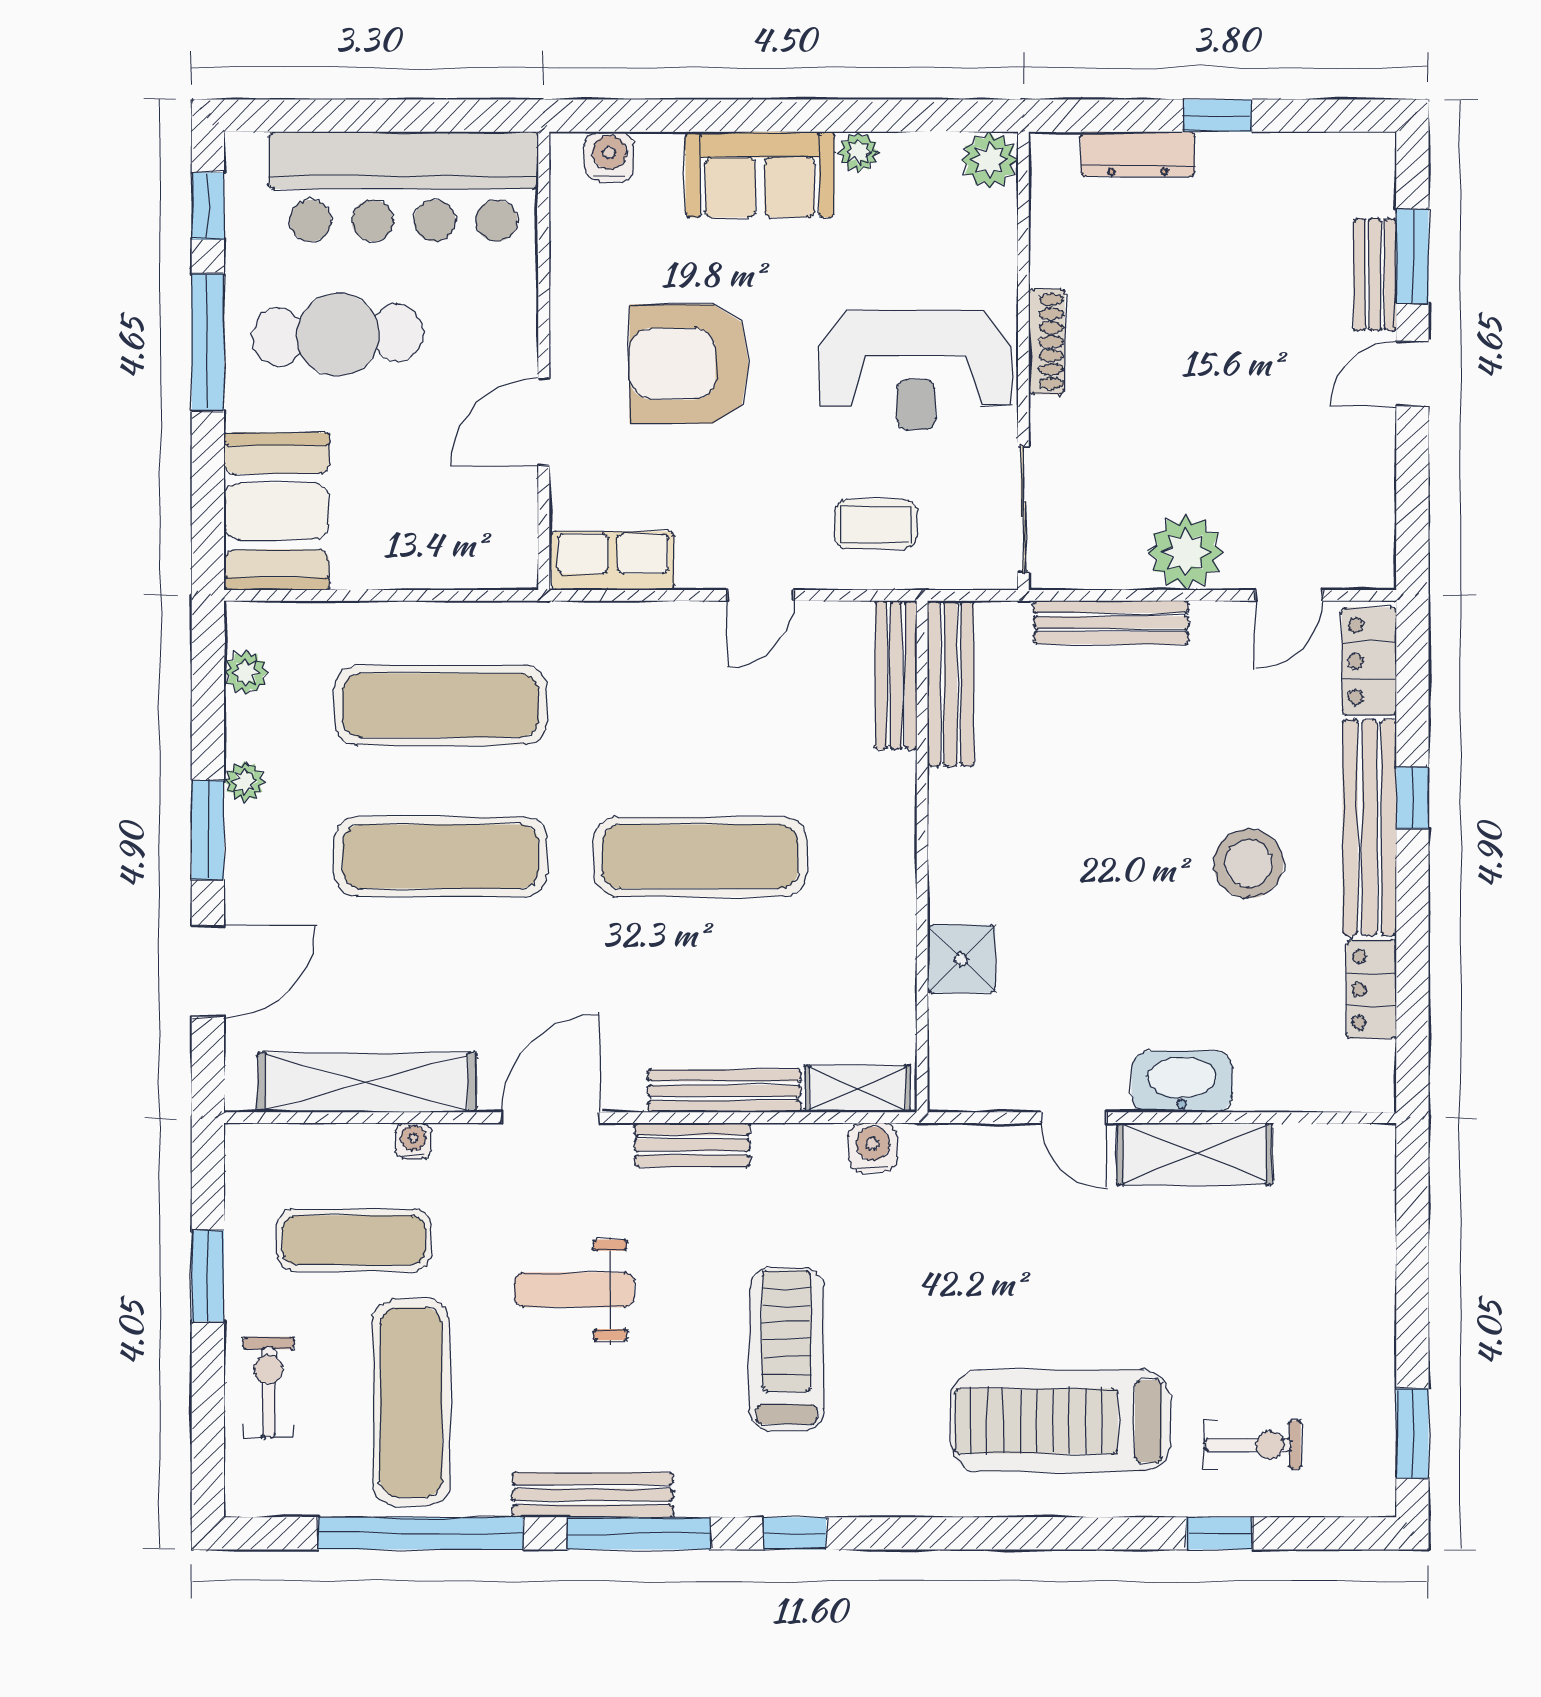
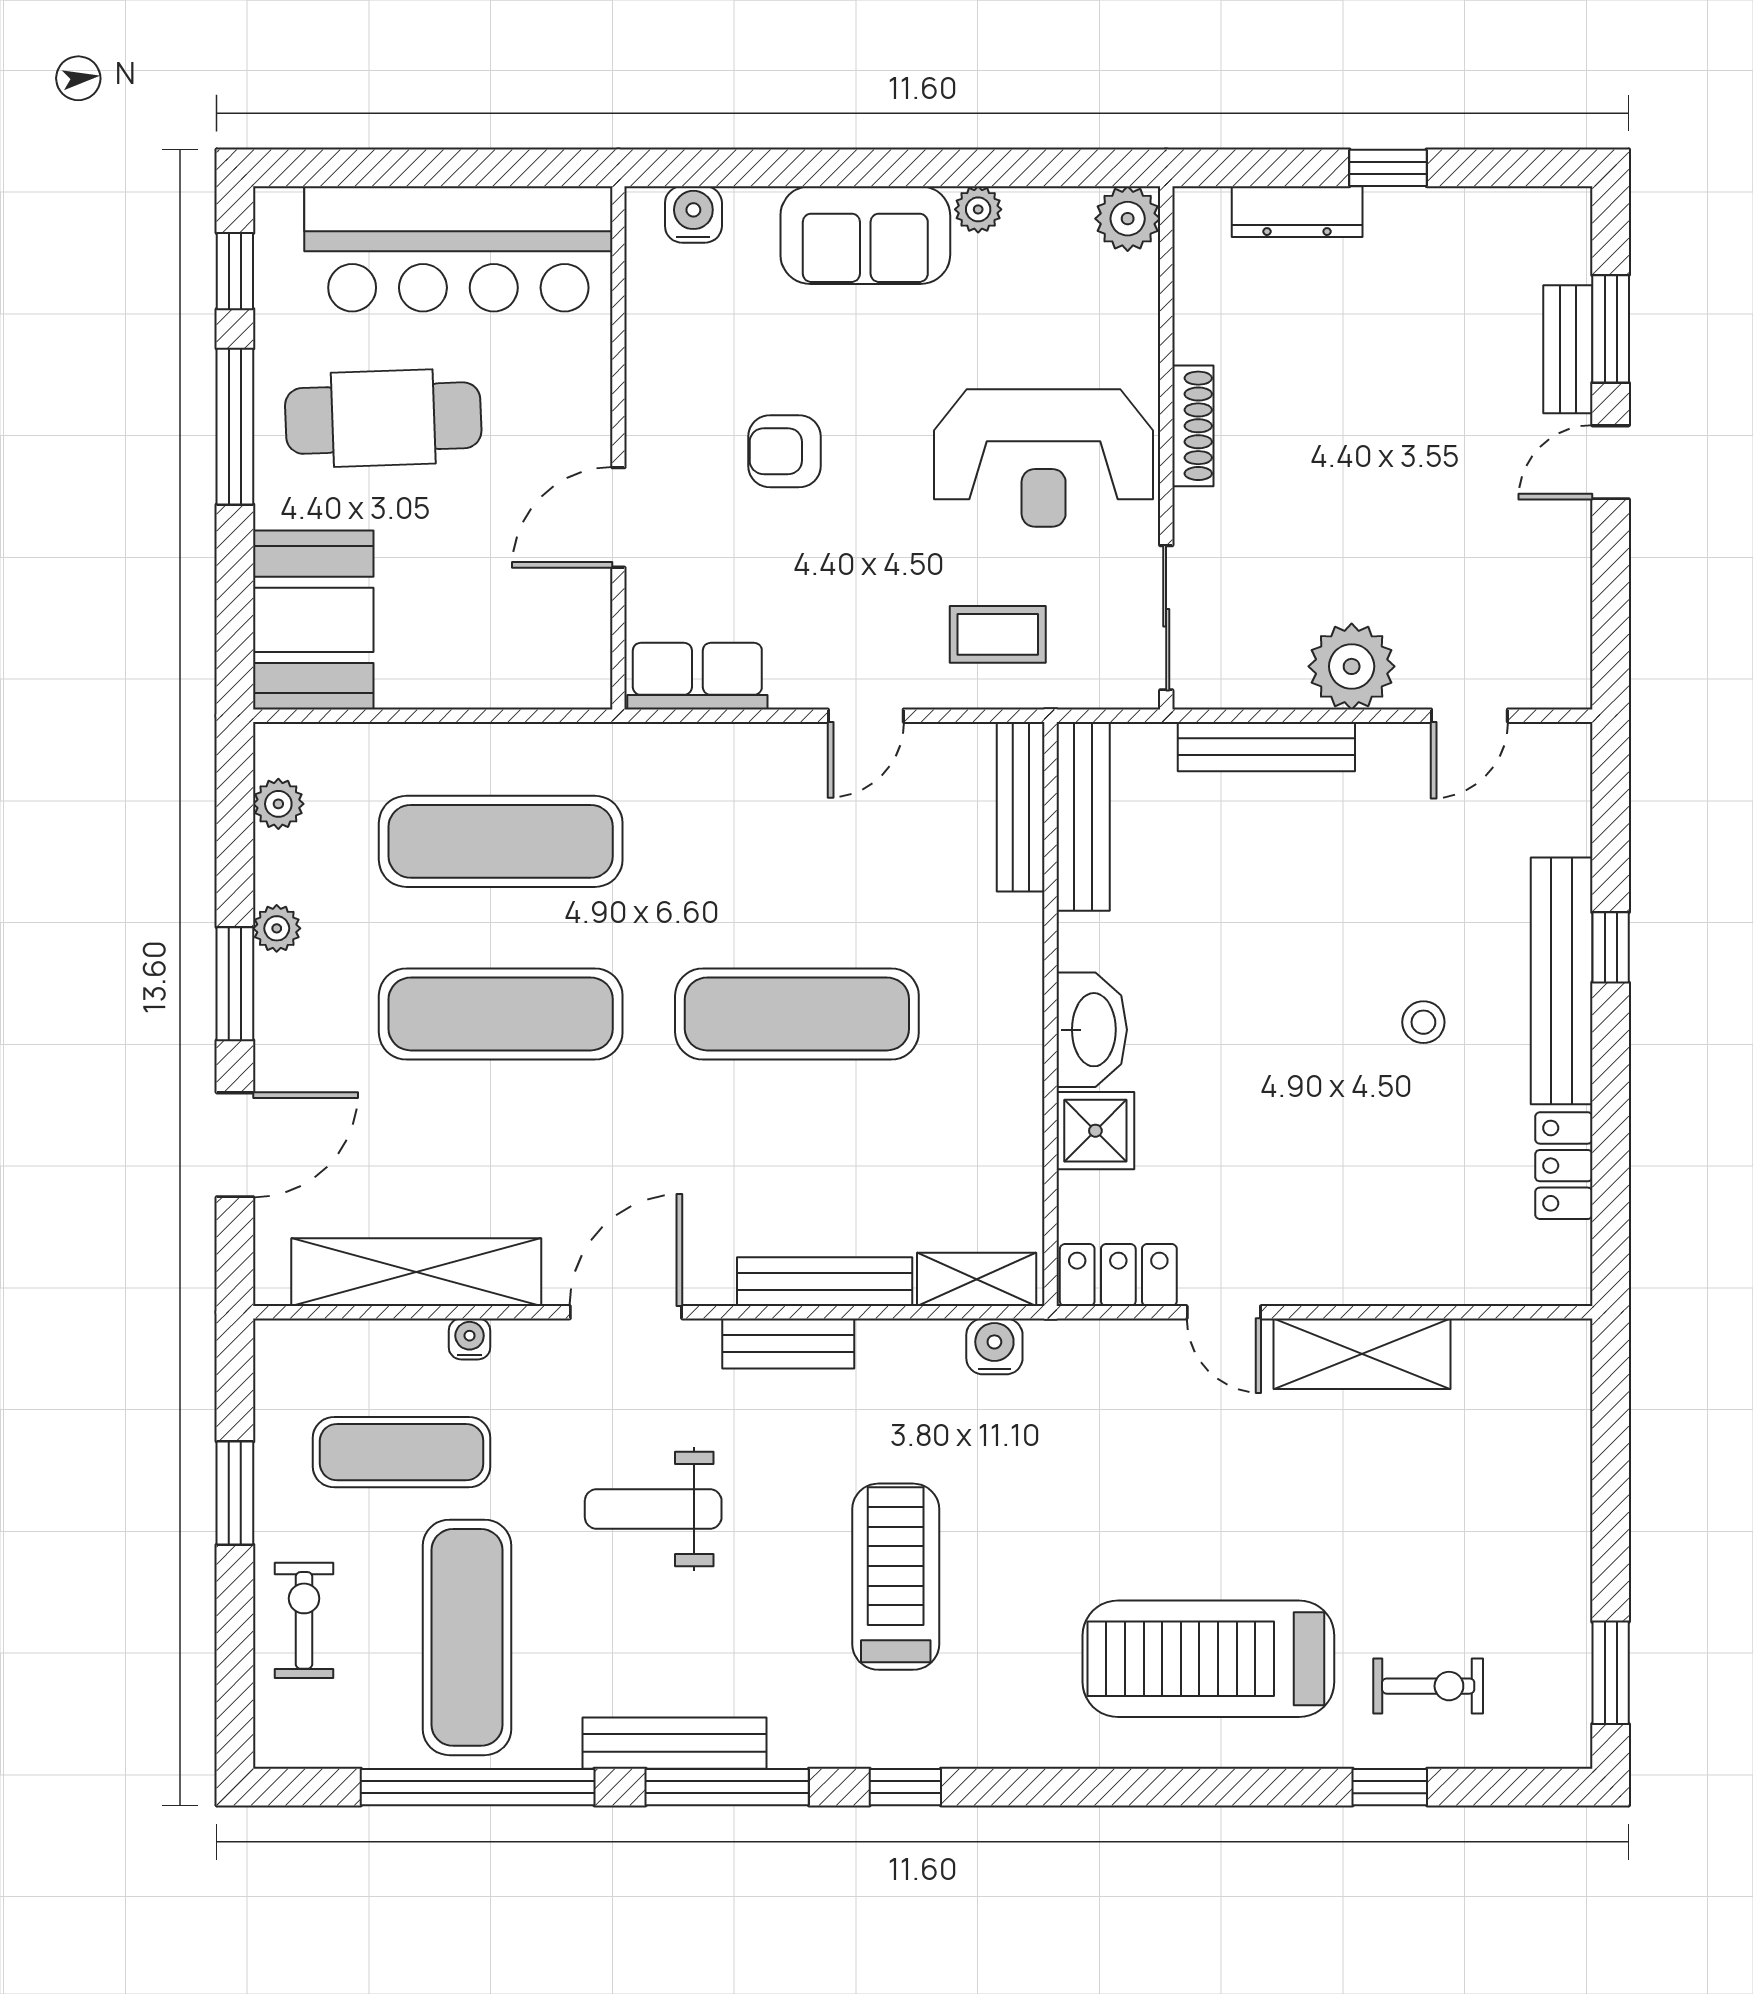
armchair: (689, 364) -> (785, 451), width x0.53, depth x0.53
locker: (1369, 661) -> (1118, 1275), moved, turned 90
stool: (1249, 864) -> (1423, 1022), width x0.53, depth x0.53
washbasin: (1182, 1082) -> (1092, 1030), moved, turned 90

